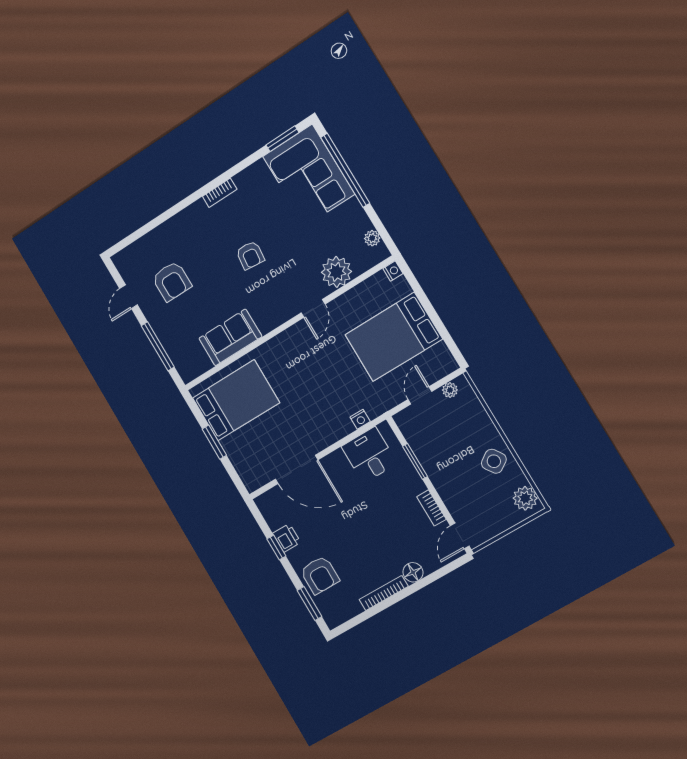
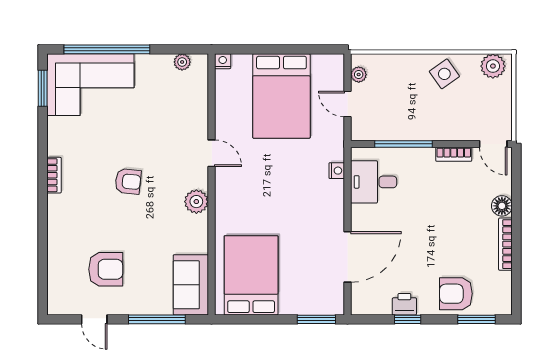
plant: (336, 272) -> (196, 202), moved, width x0.73, depth x0.73
sofa: (230, 337) -> (191, 285), moved
window: (214, 442) -> (316, 319), moved
window: (415, 461) -> (404, 144), width x1.44
armchair: (320, 575) -> (456, 294), turned 180

